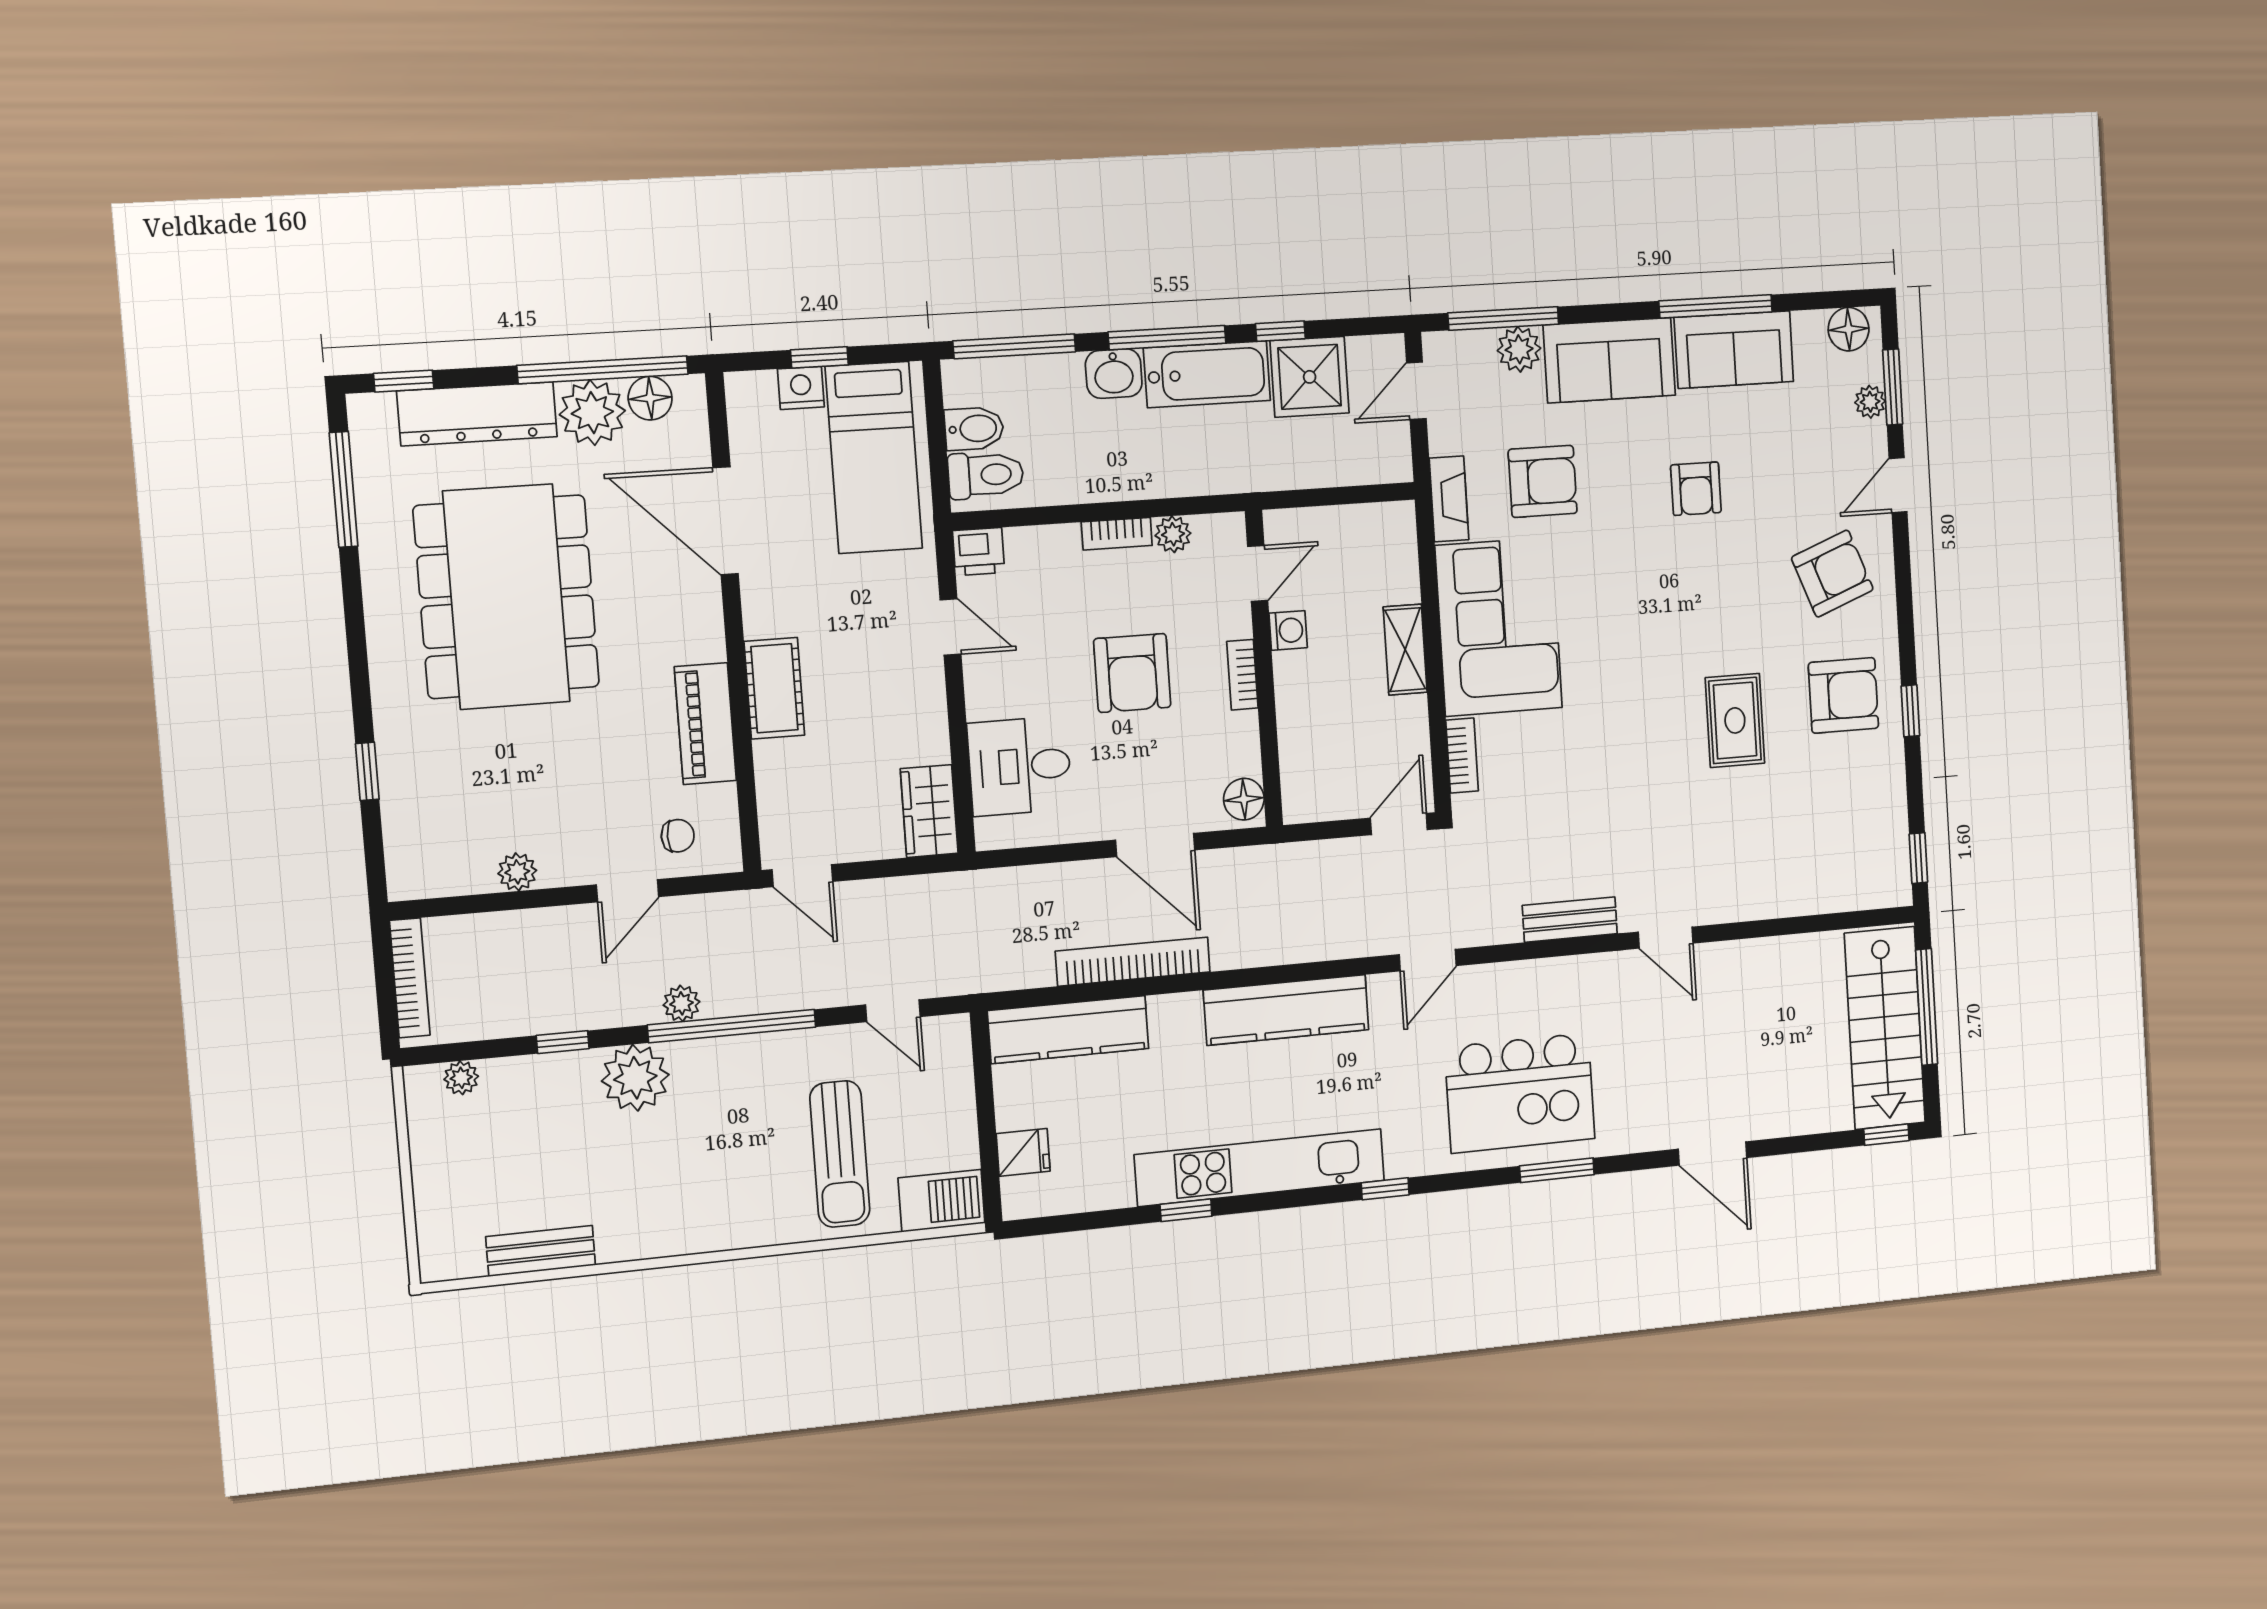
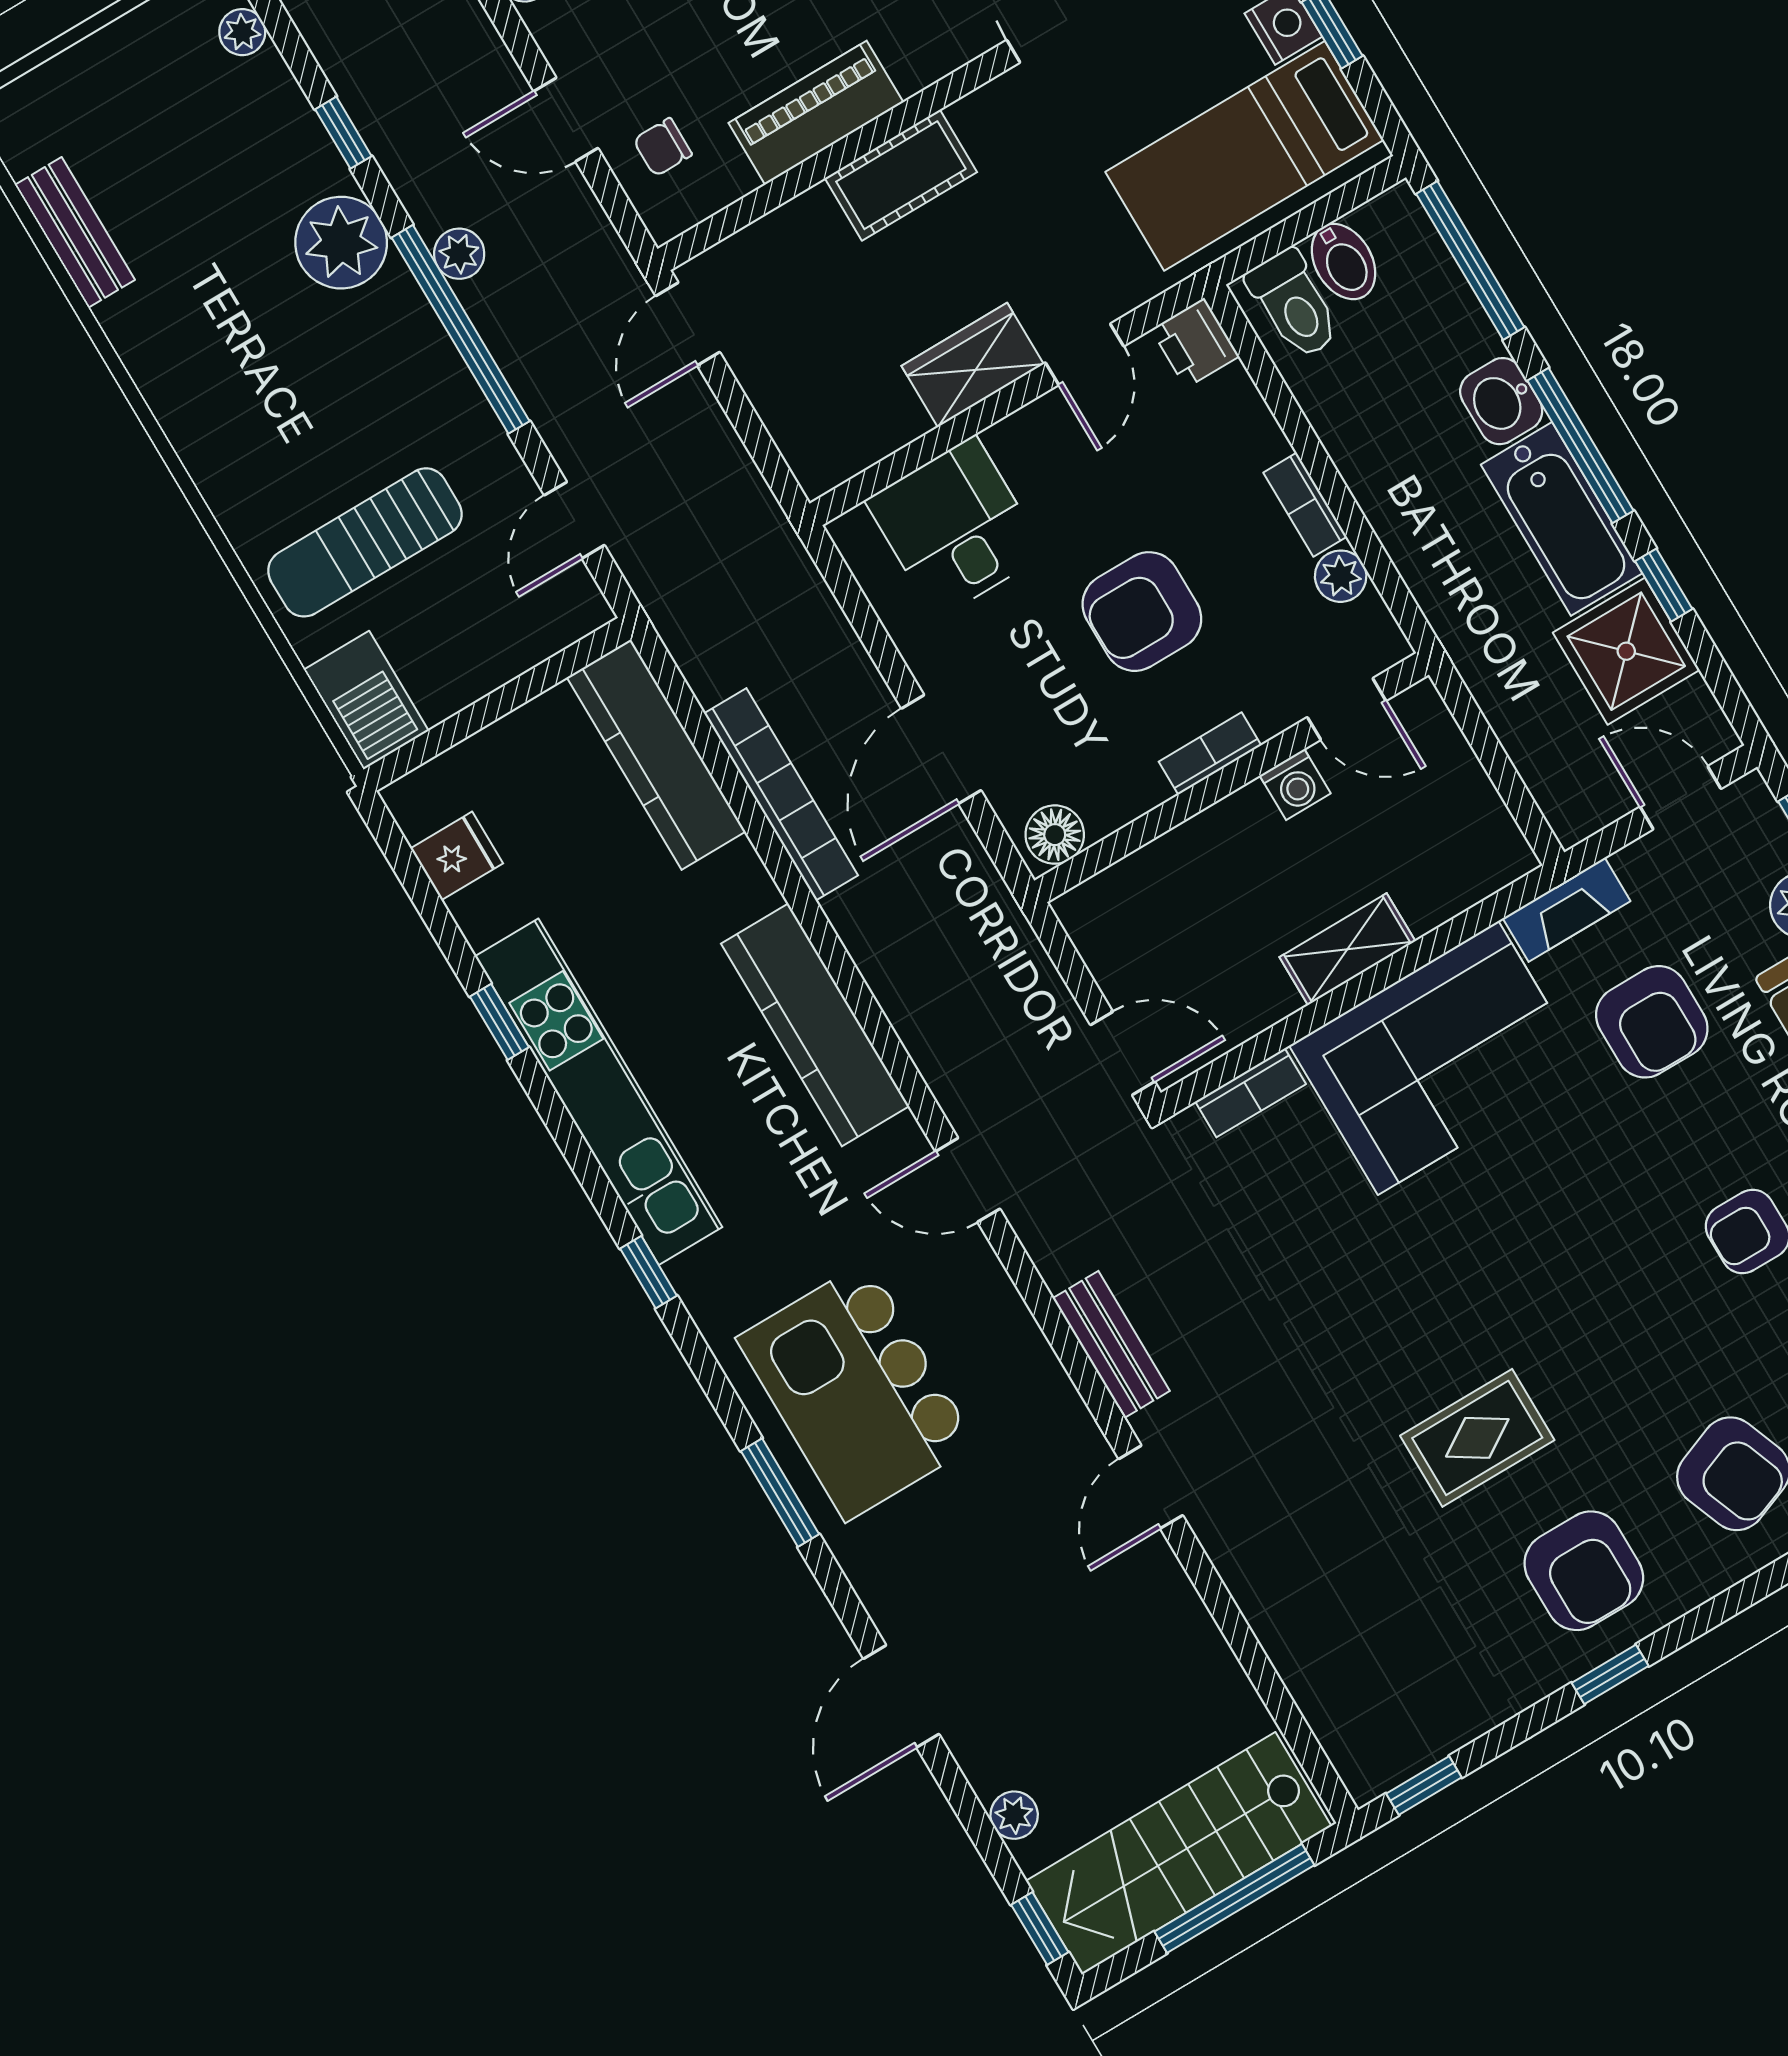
wardrobe: (929, 811) -> (973, 365), moved
chair: (678, 836) -> (663, 147), turned 90
plant: (1814, 1118) -> (1014, 1815), added
fridge: (1023, 1152) -> (457, 856), moved, turned -90

